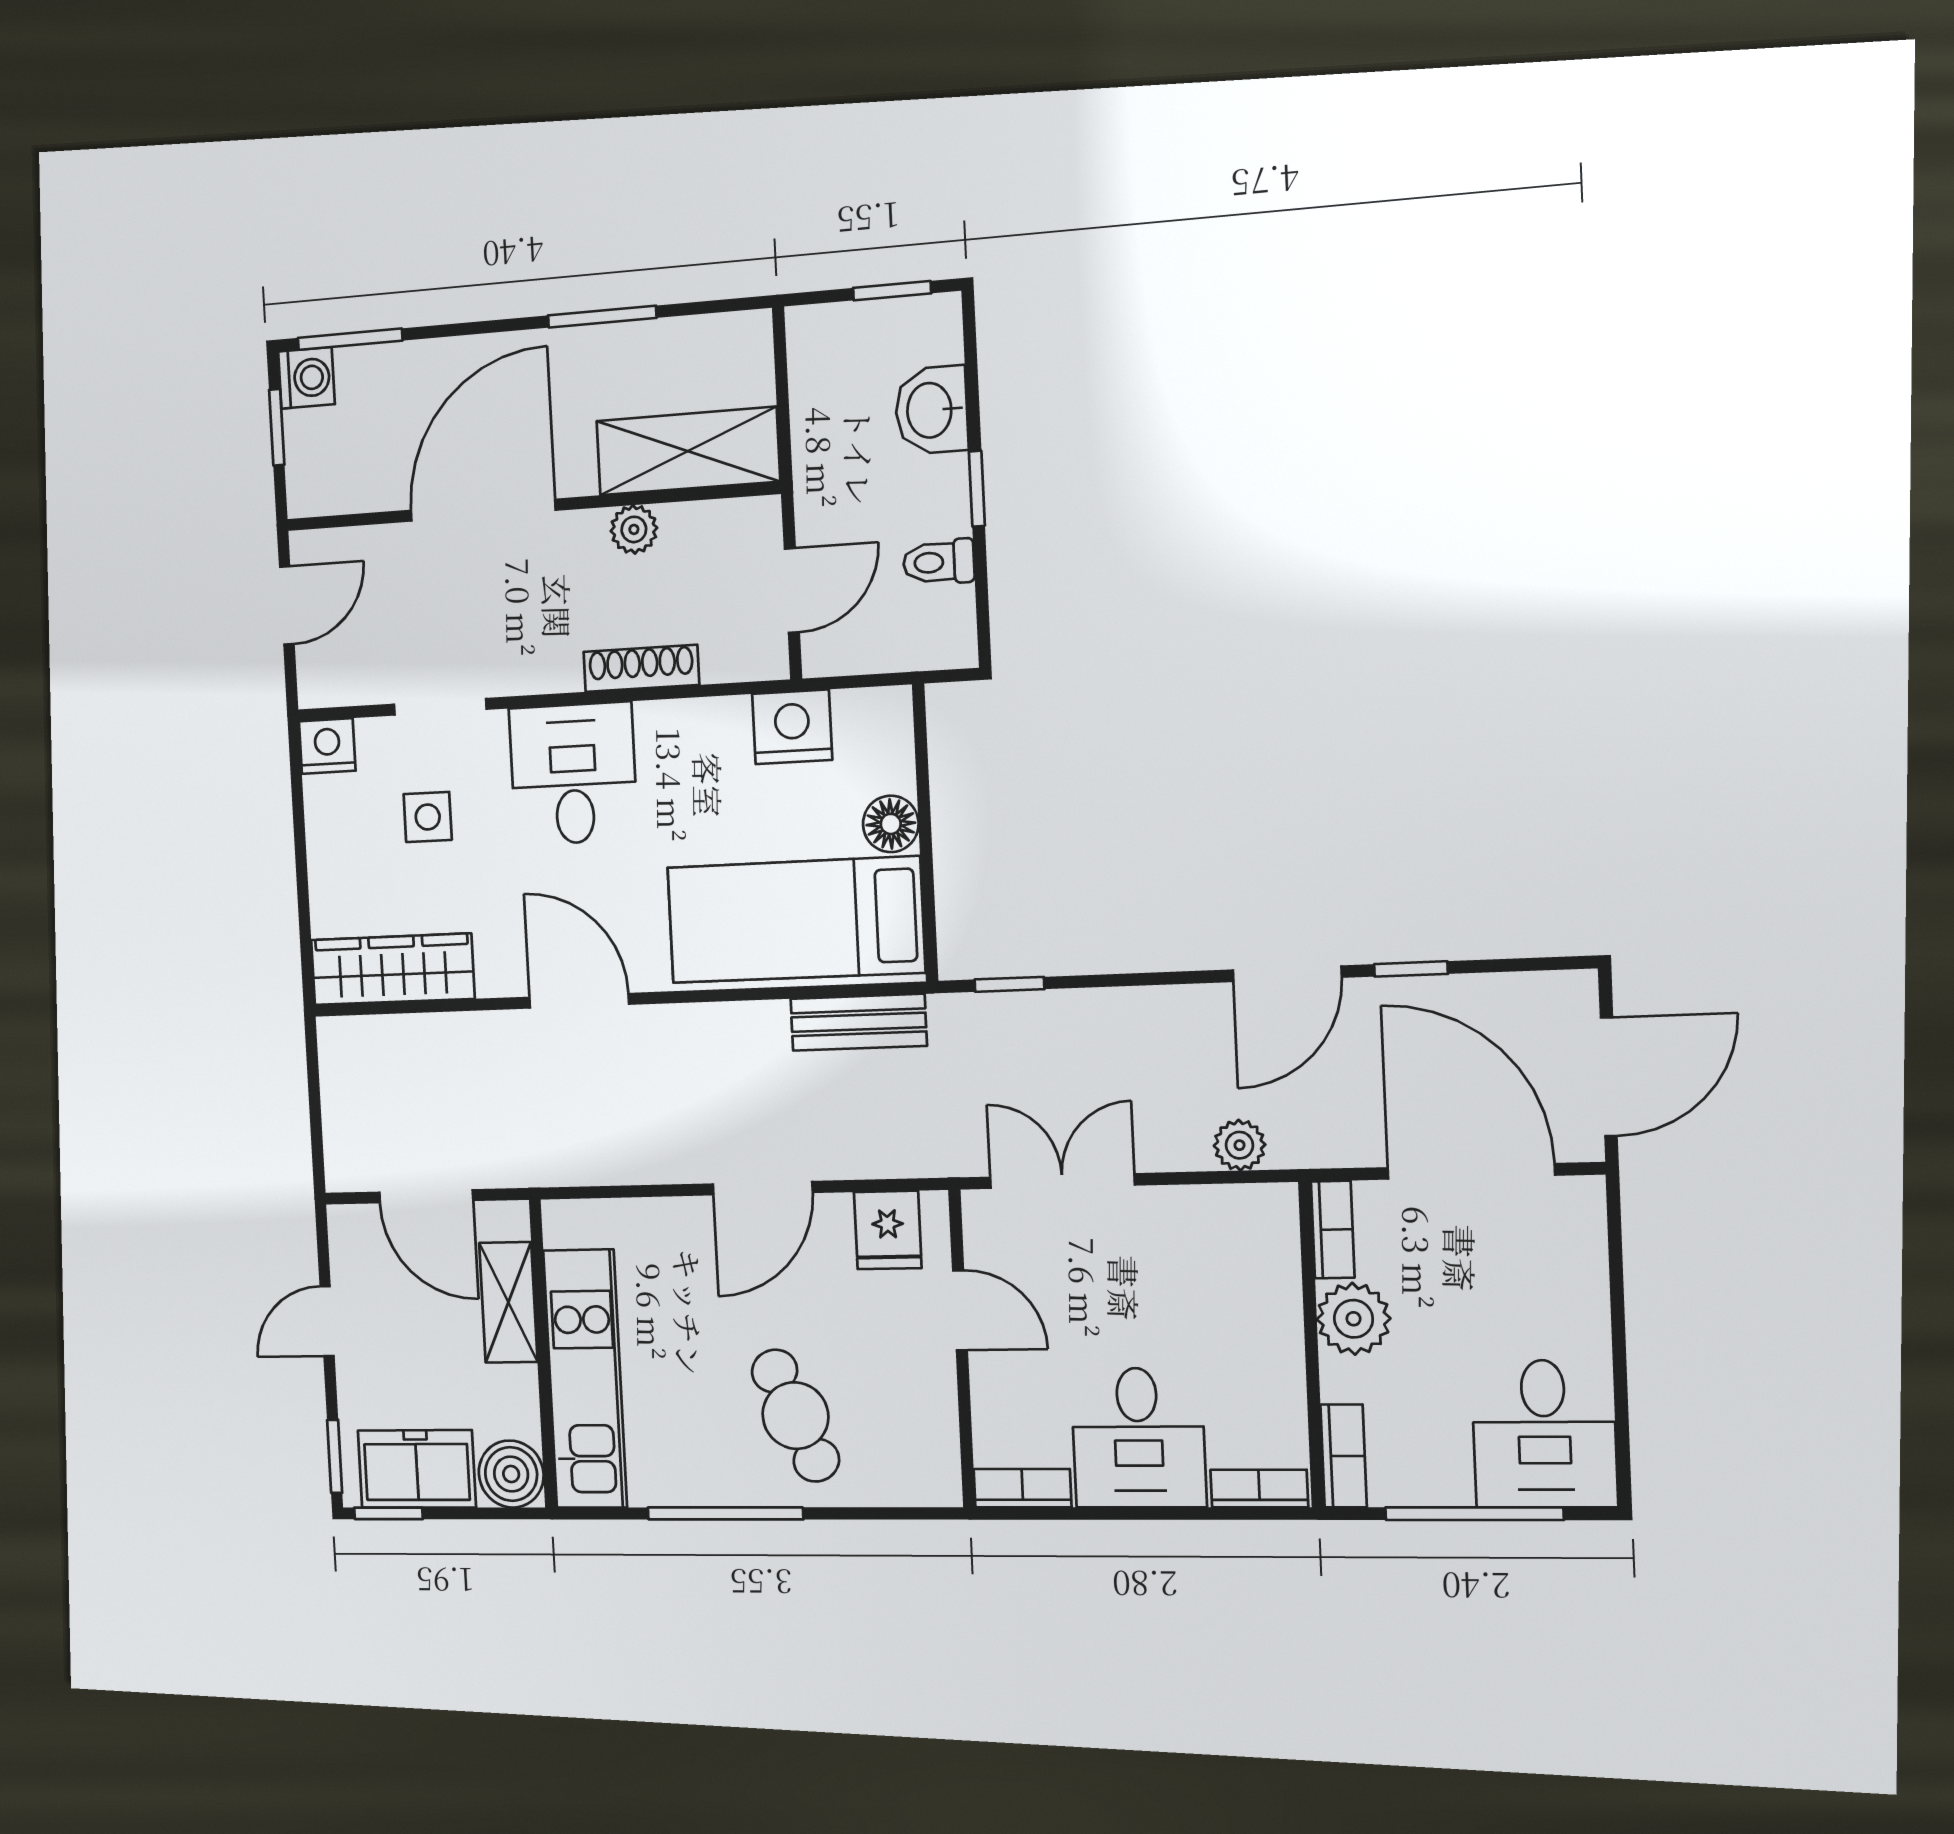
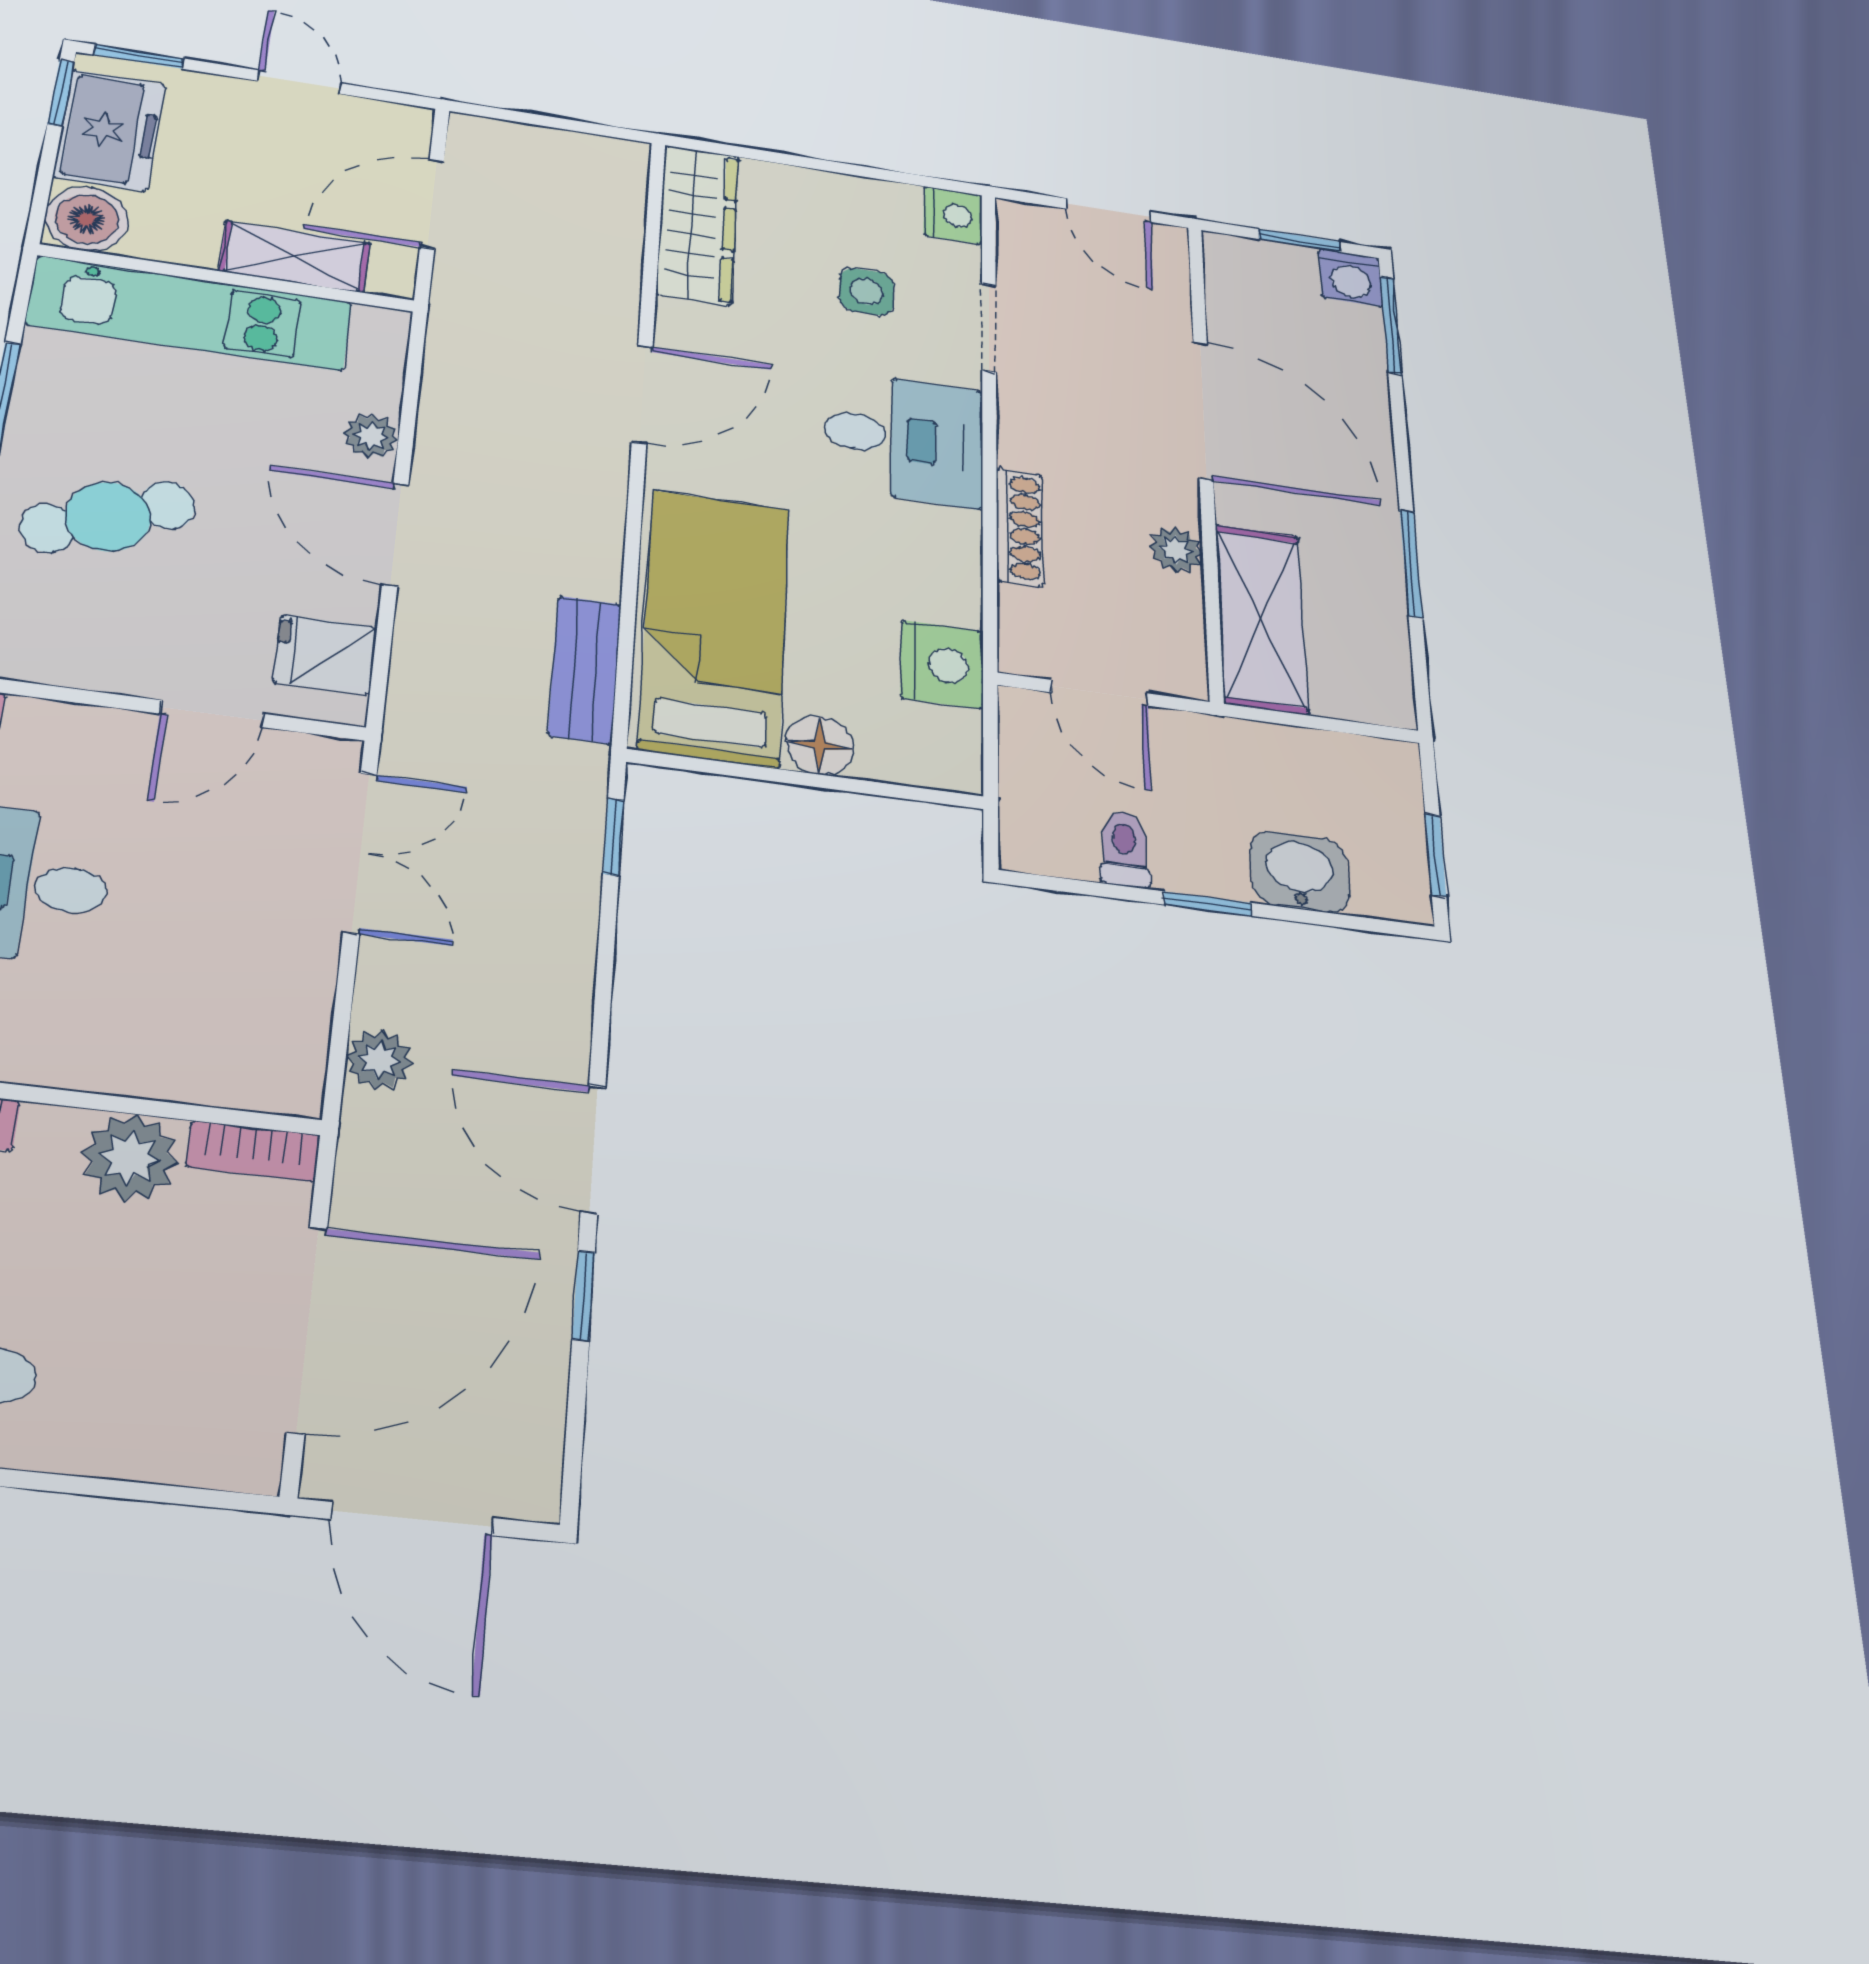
plant: (672, 1219) -> (371, 436), added

